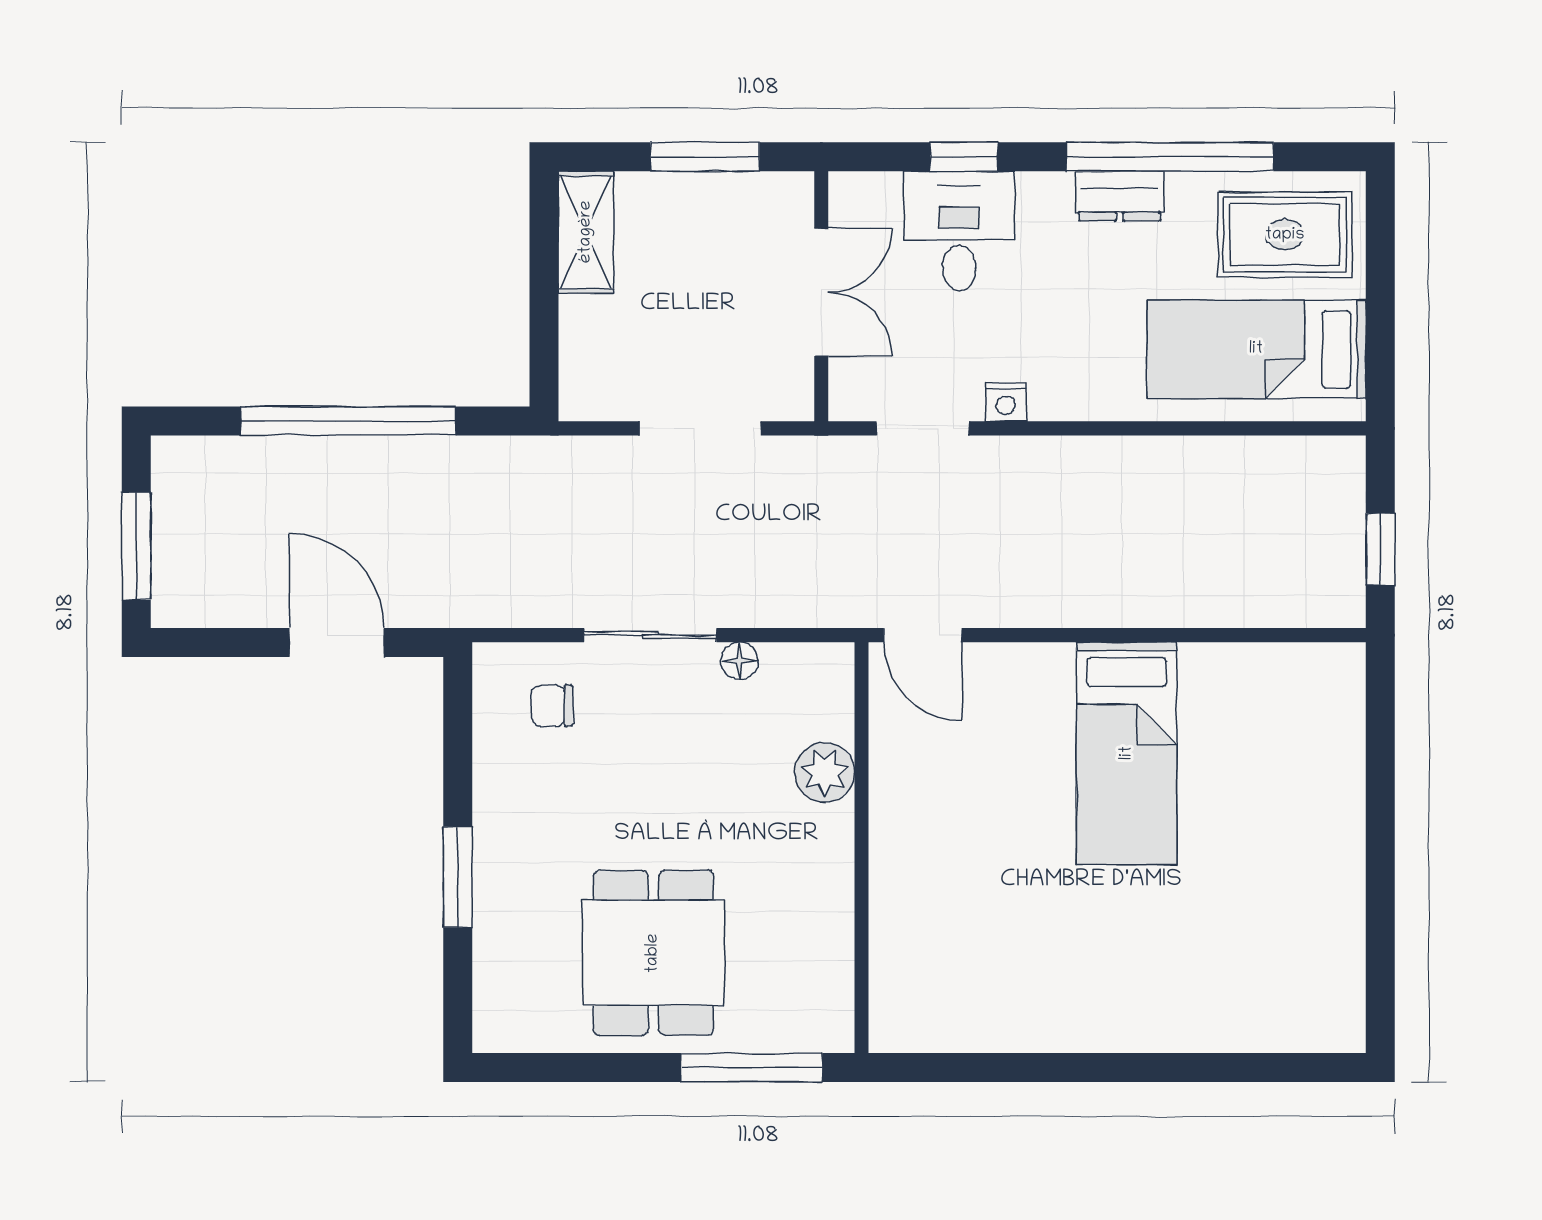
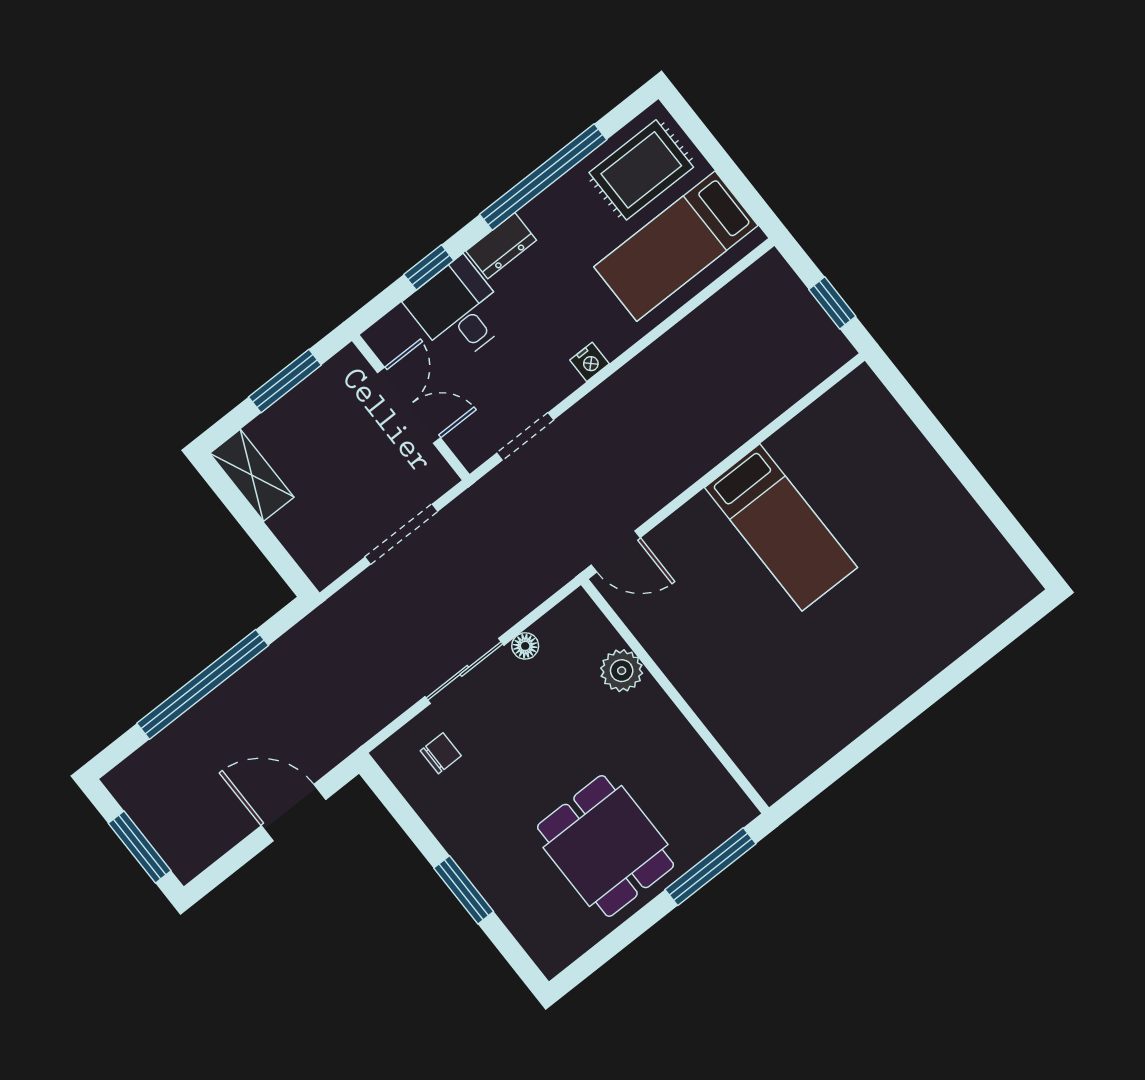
dresser: (1120, 196) -> (501, 246), moved
nightstand: (1006, 402) -> (590, 362), moved
chair: (552, 706) -> (441, 753), turned 180

